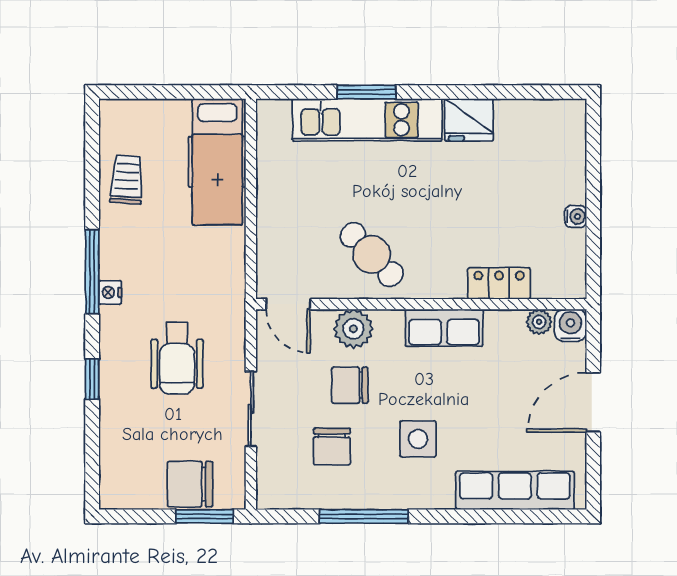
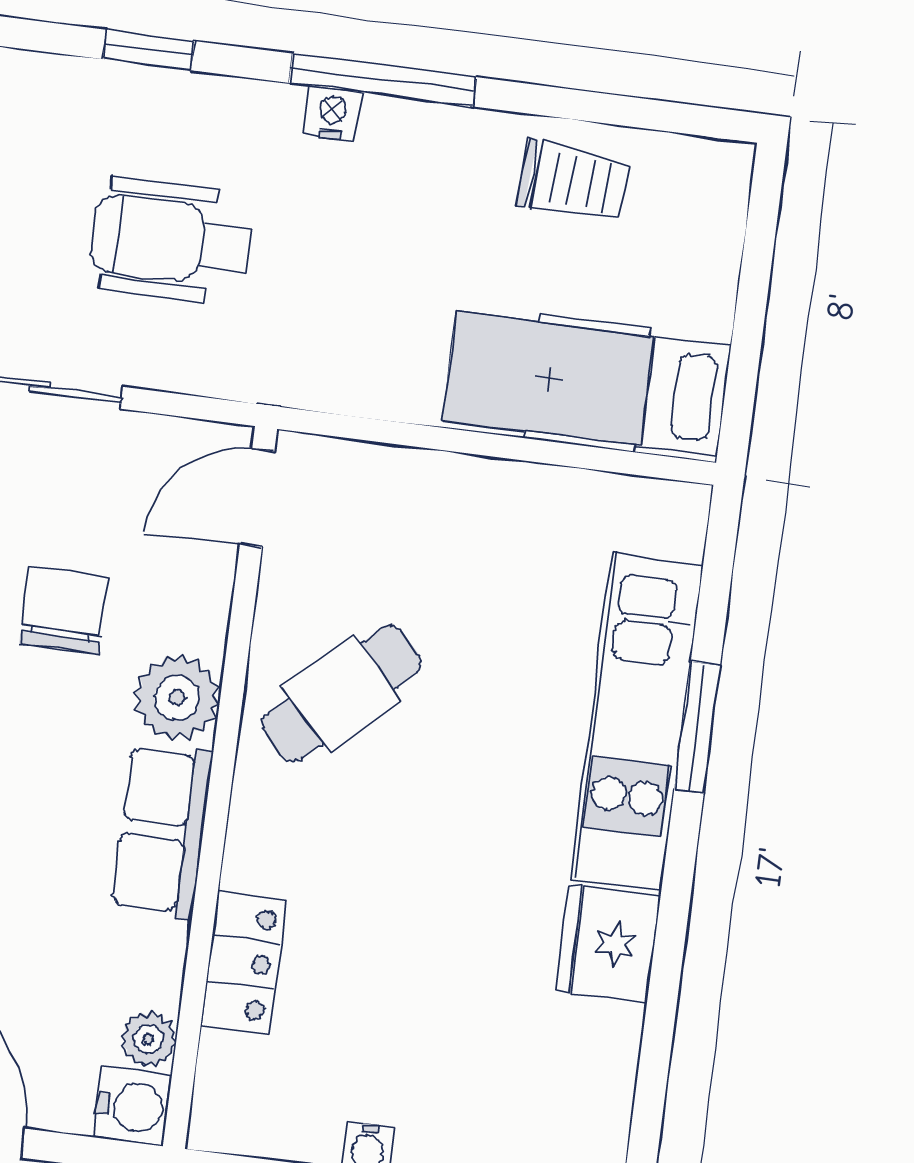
plant: (353, 329) -> (177, 698), moved

